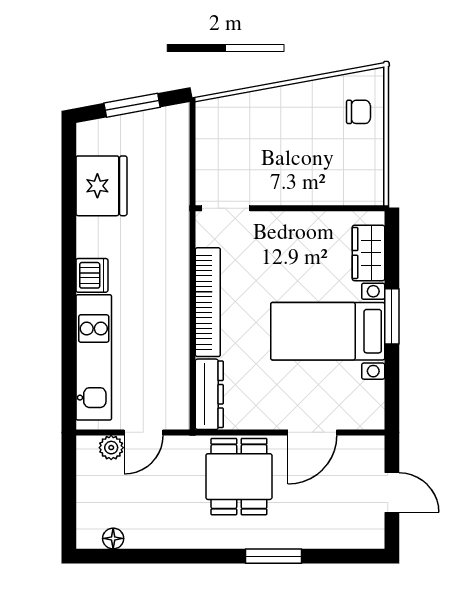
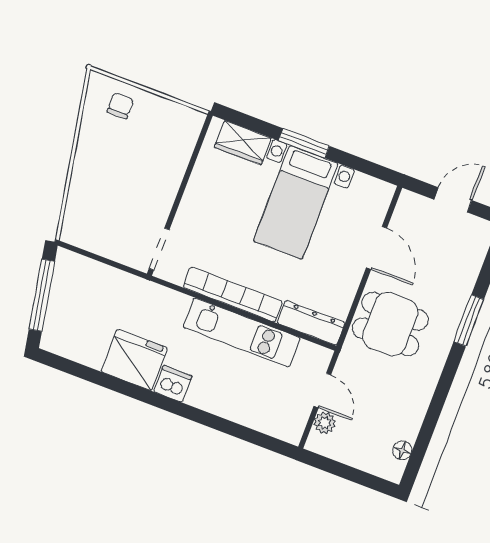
window: (132, 105) -> (42, 295), width x1.44
fridge: (101, 186) -> (134, 360), moved
kitchen unit: (94, 357) -> (242, 333), moved, turned 180

